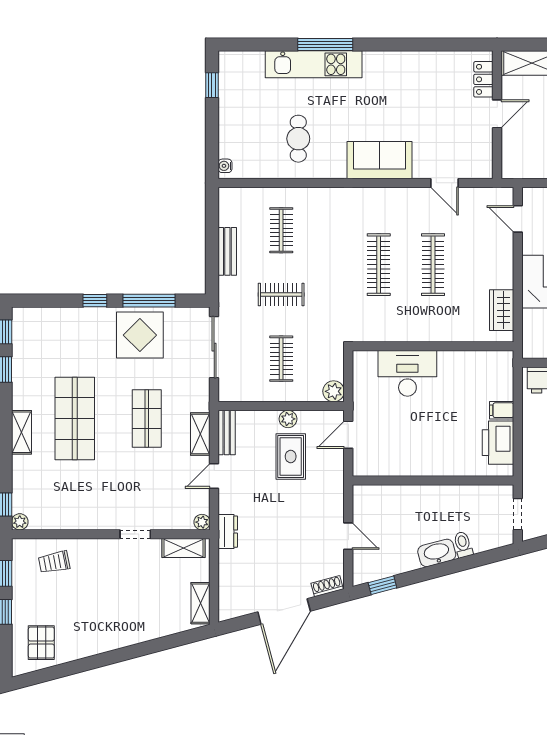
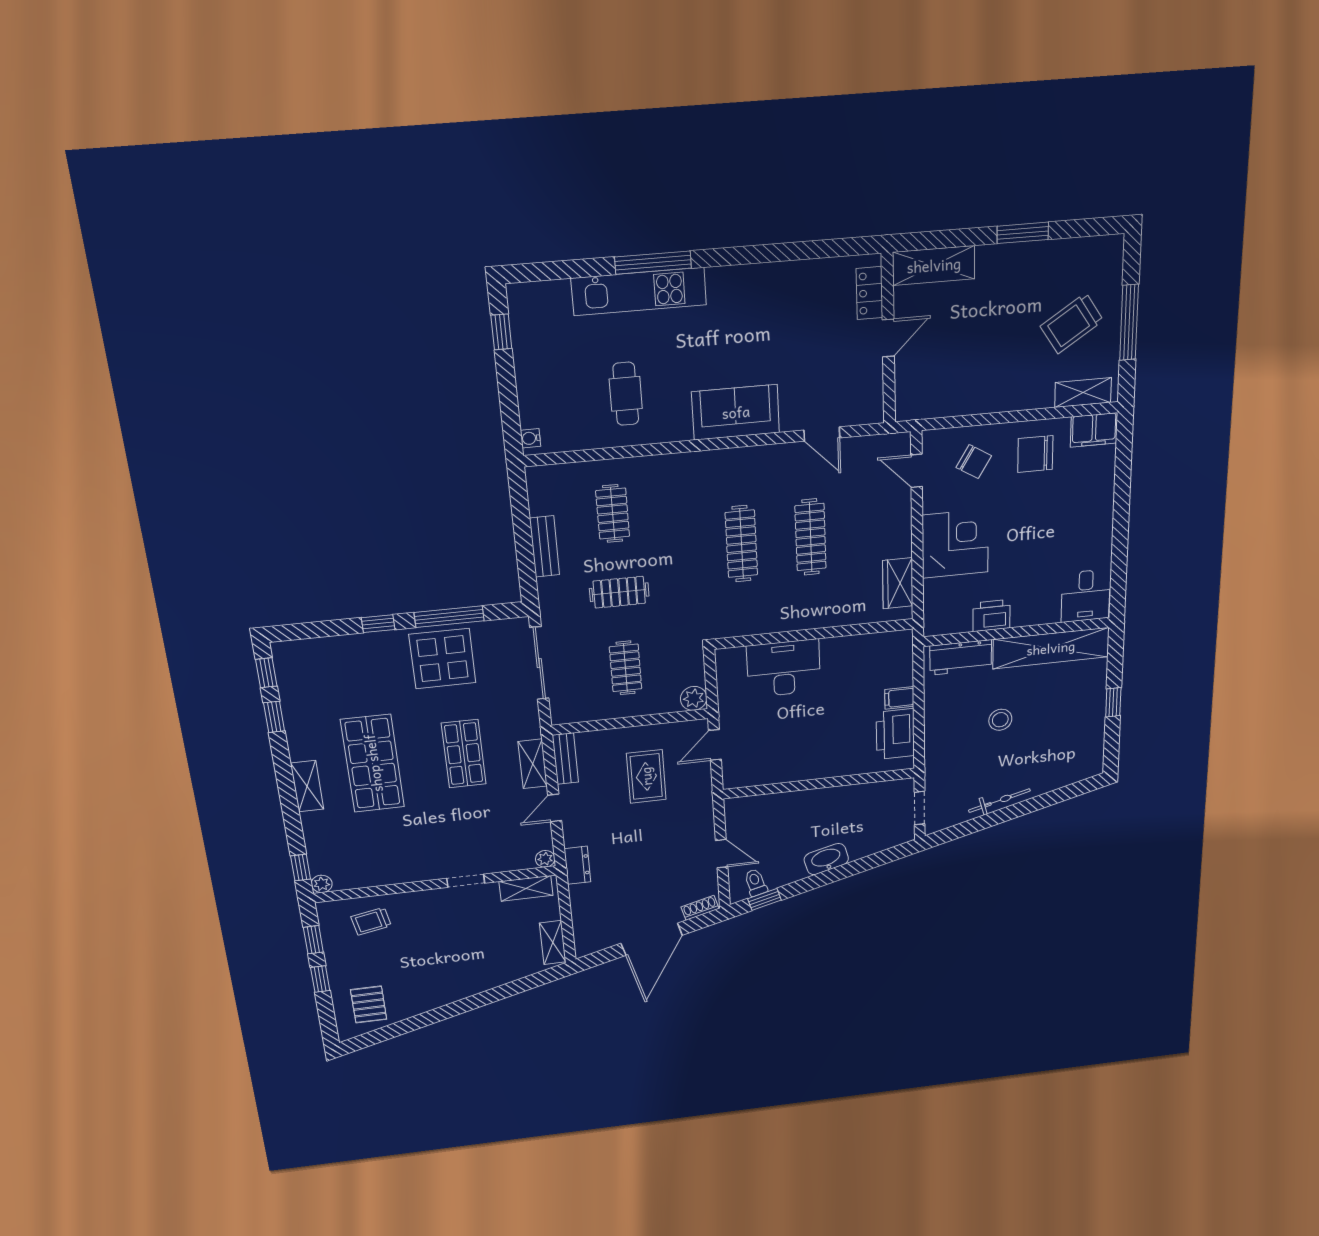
plant: (288, 419) -> (640, 735), removed
toilet: (463, 545) -> (756, 883), moved

